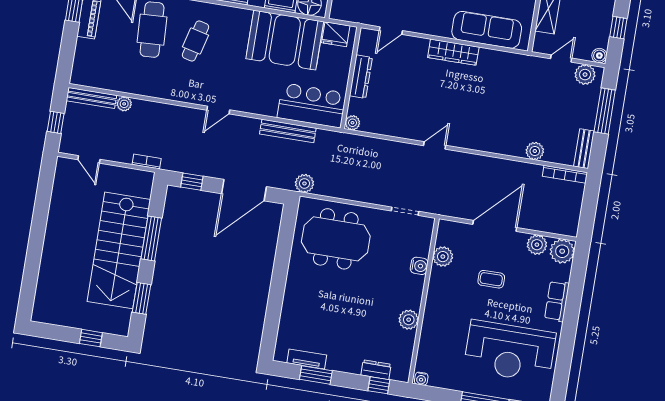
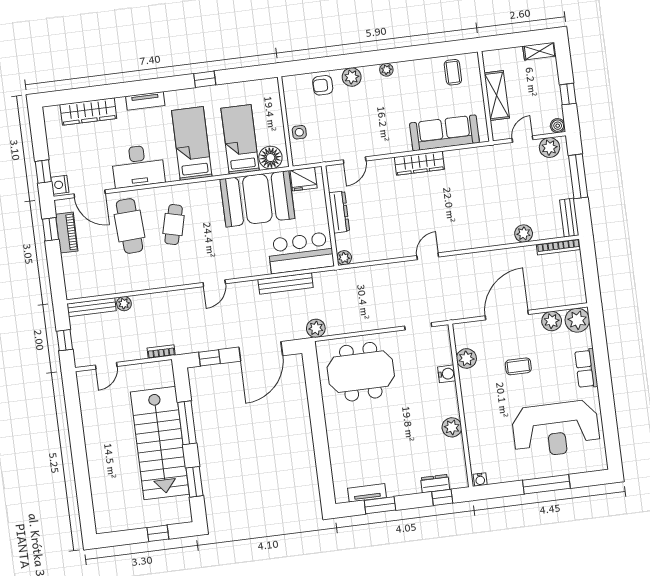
door: (89, 159) -> (106, 366), hinge flipped

